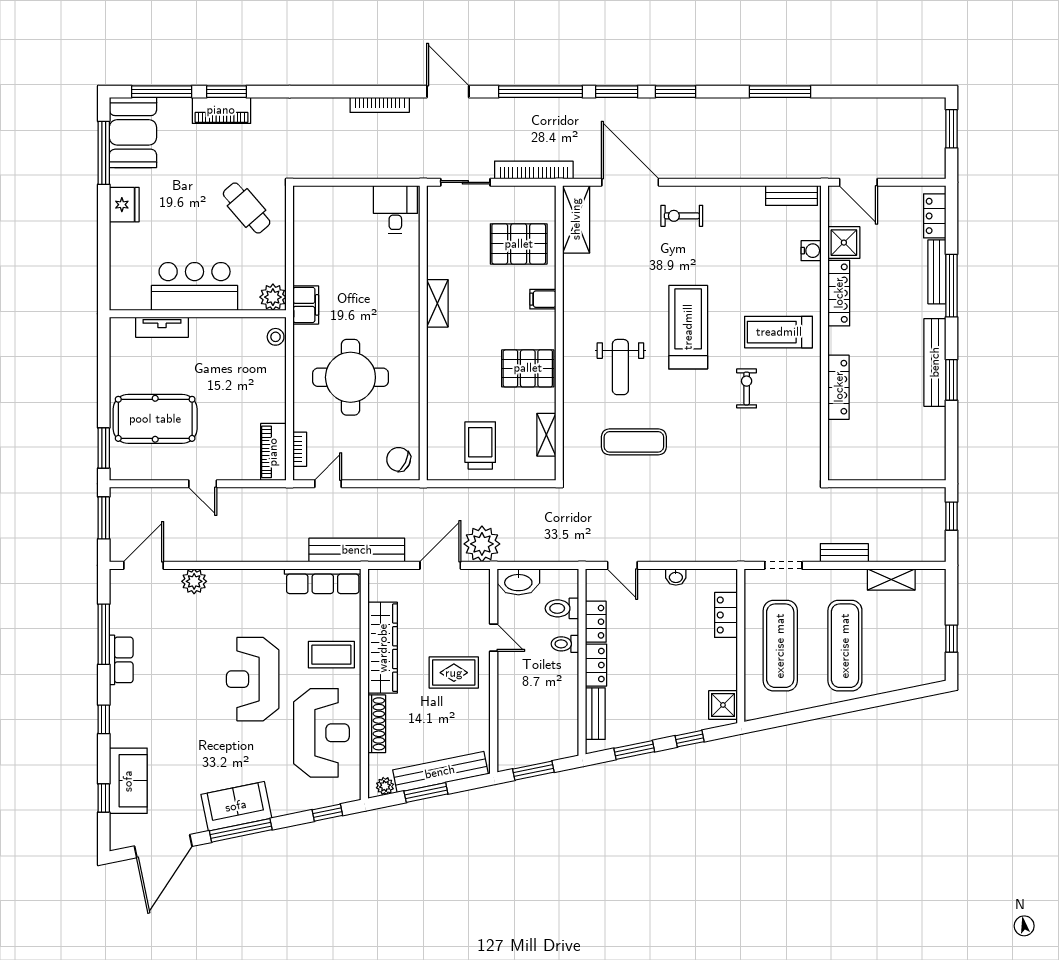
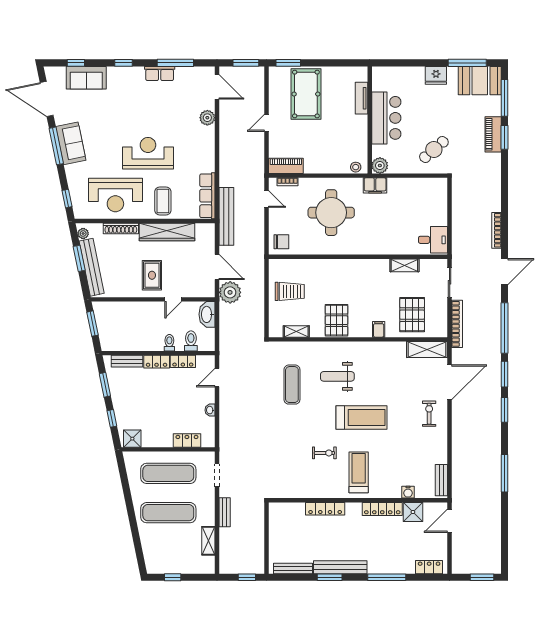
bench: (937, 272) -> (293, 568), moved
shelving: (437, 303) -> (404, 265), moved
chair: (399, 459) -> (281, 242), turned 64

